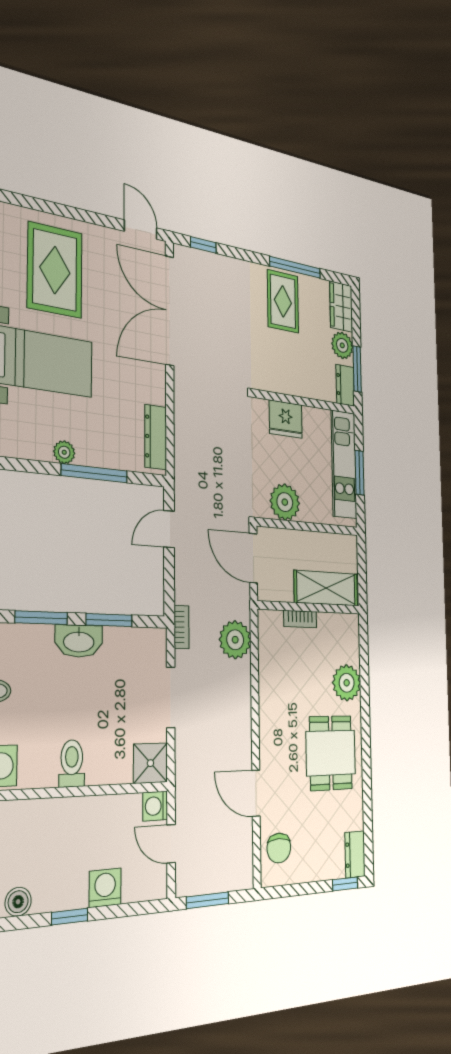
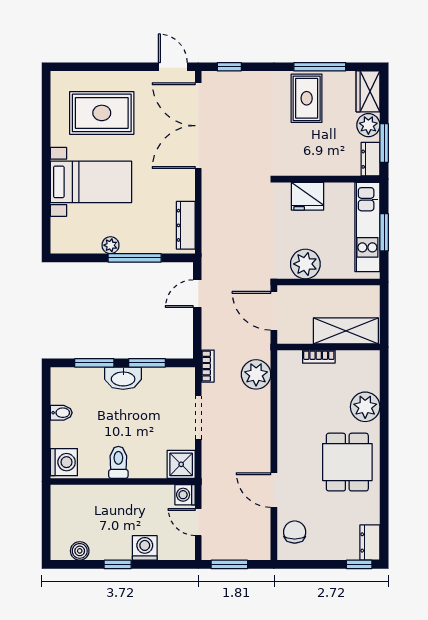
rug: (55, 270) -> (102, 113), turned 90
chair: (279, 848) -> (295, 532), turned 180

